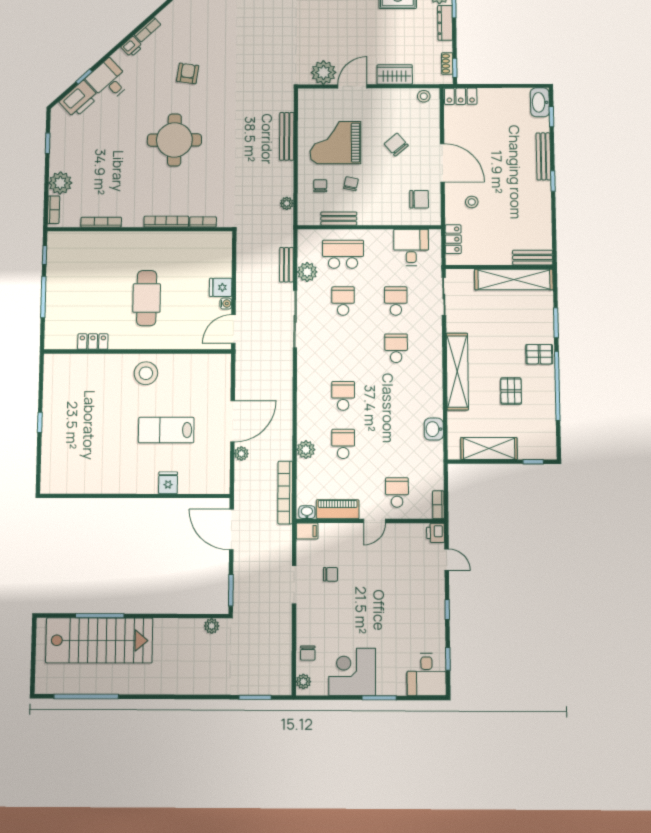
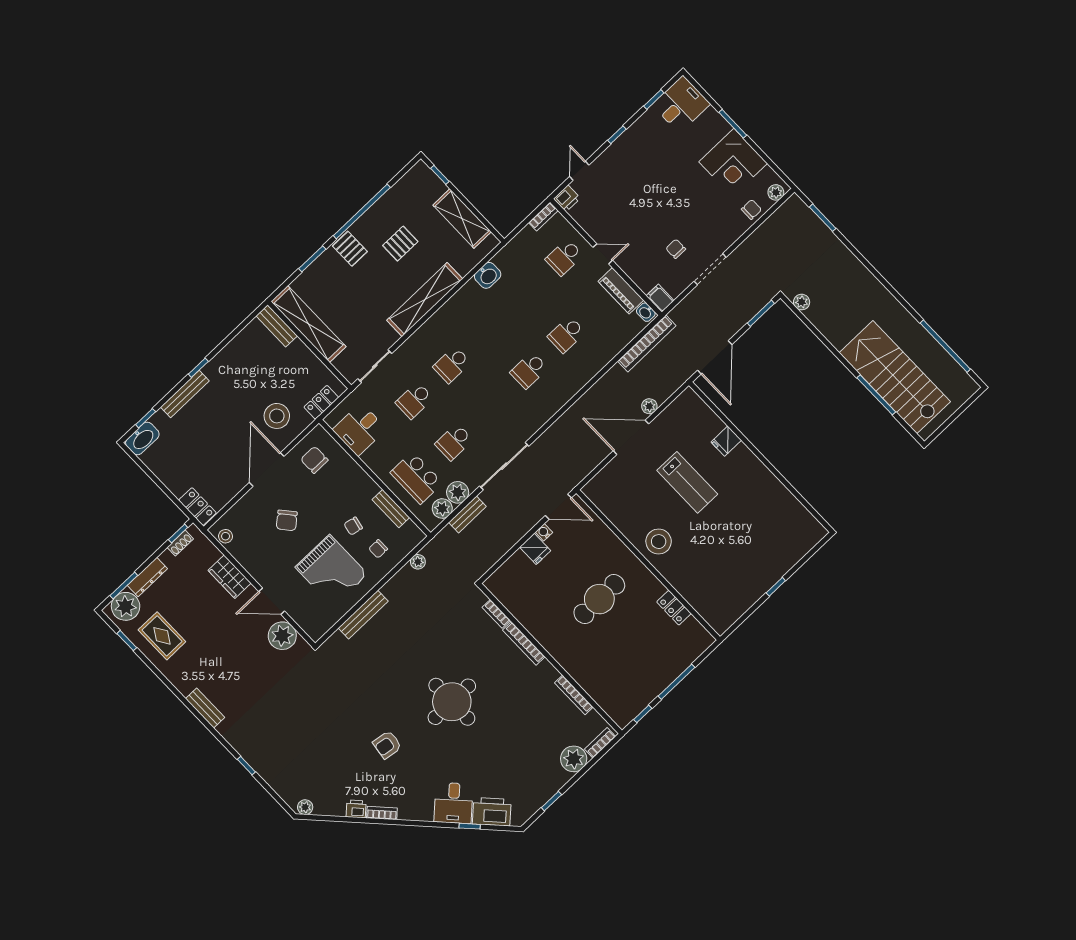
printer: (132, 47) -> (356, 809), moved
stool: (472, 202) -> (277, 416), width x1.89, depth x1.89
plant: (306, 450) -> (442, 509), moved

